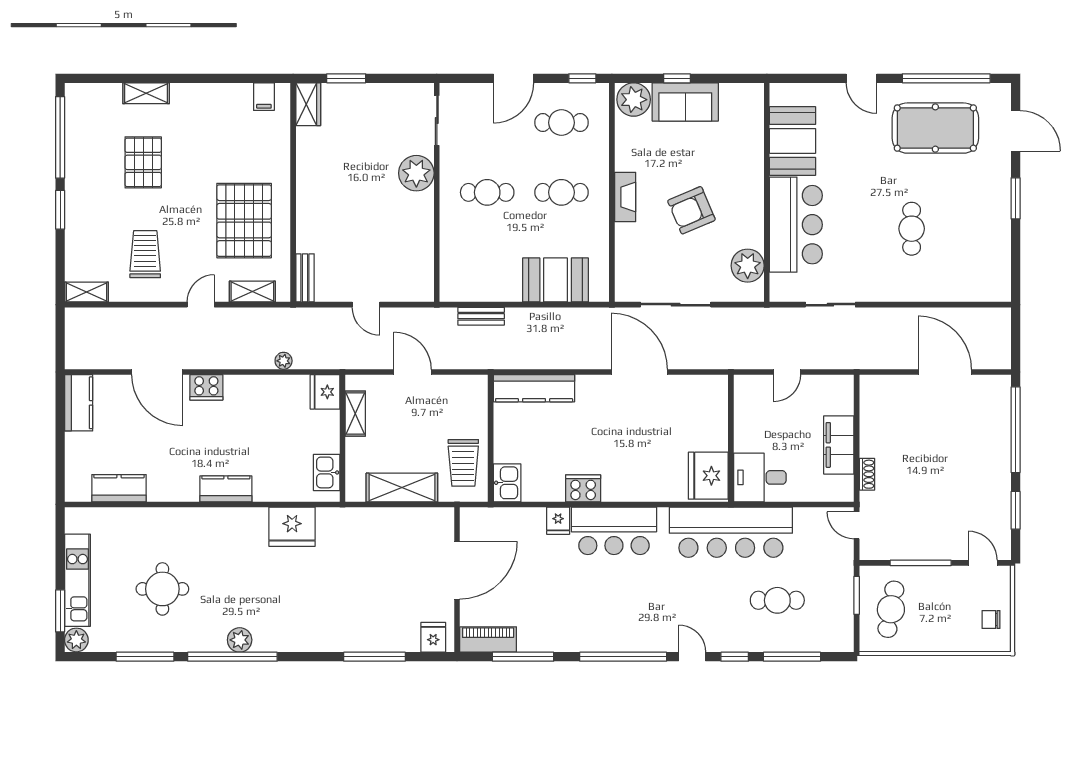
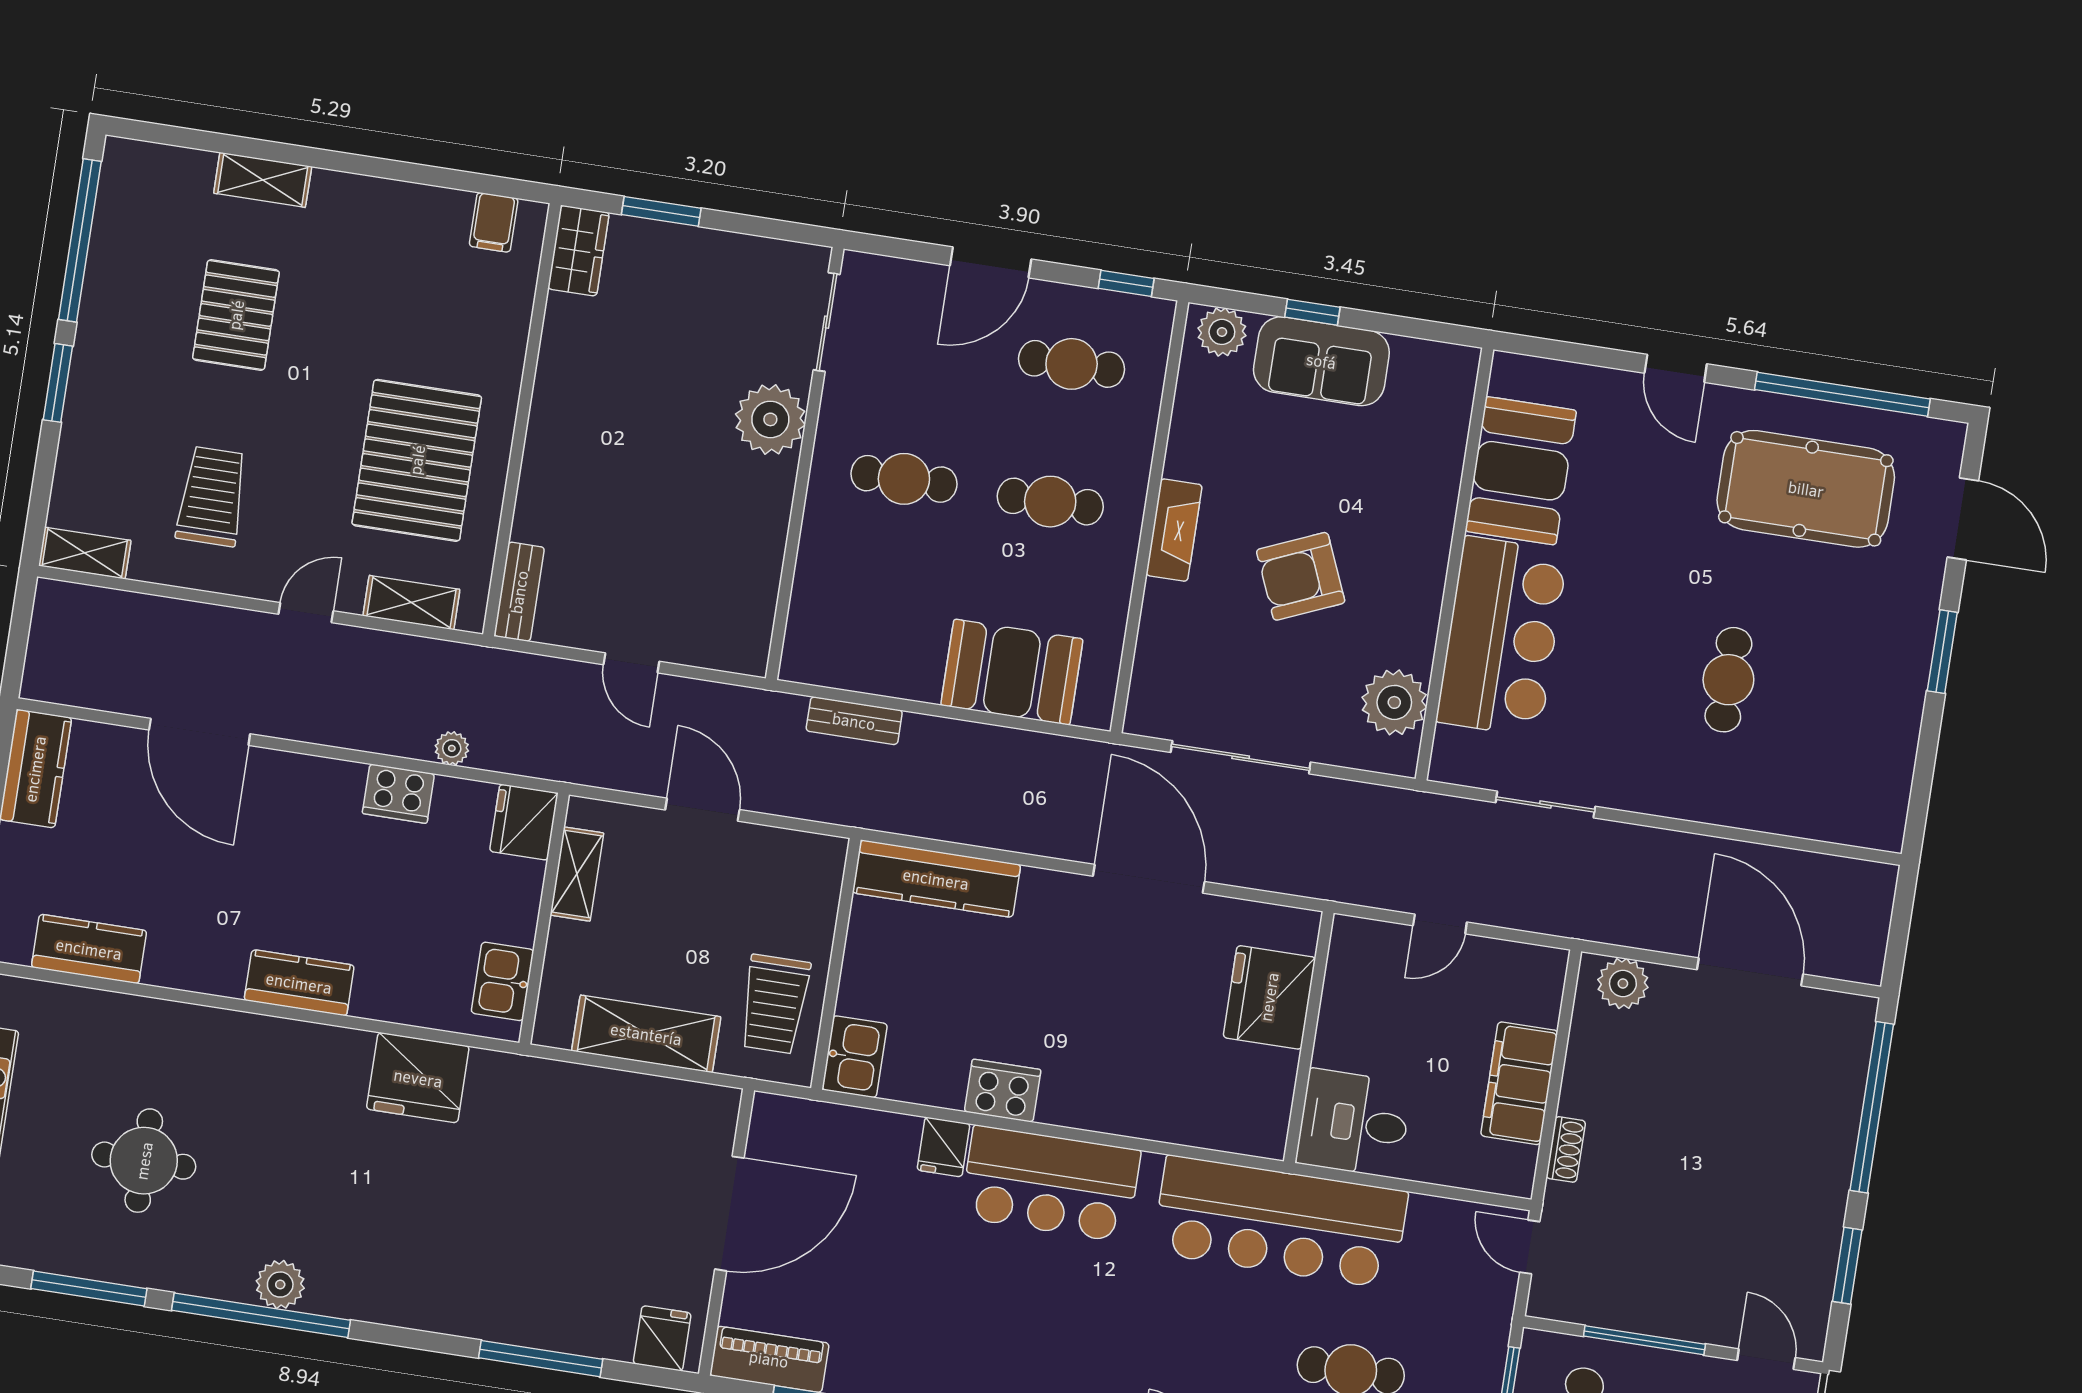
plant: (634, 100) -> (1222, 332), width x0.73, depth x0.73
cooker: (206, 387) -> (398, 794), moved
plant: (883, 388) -> (1623, 984), added
fridge: (708, 476) -> (1269, 997), moved

